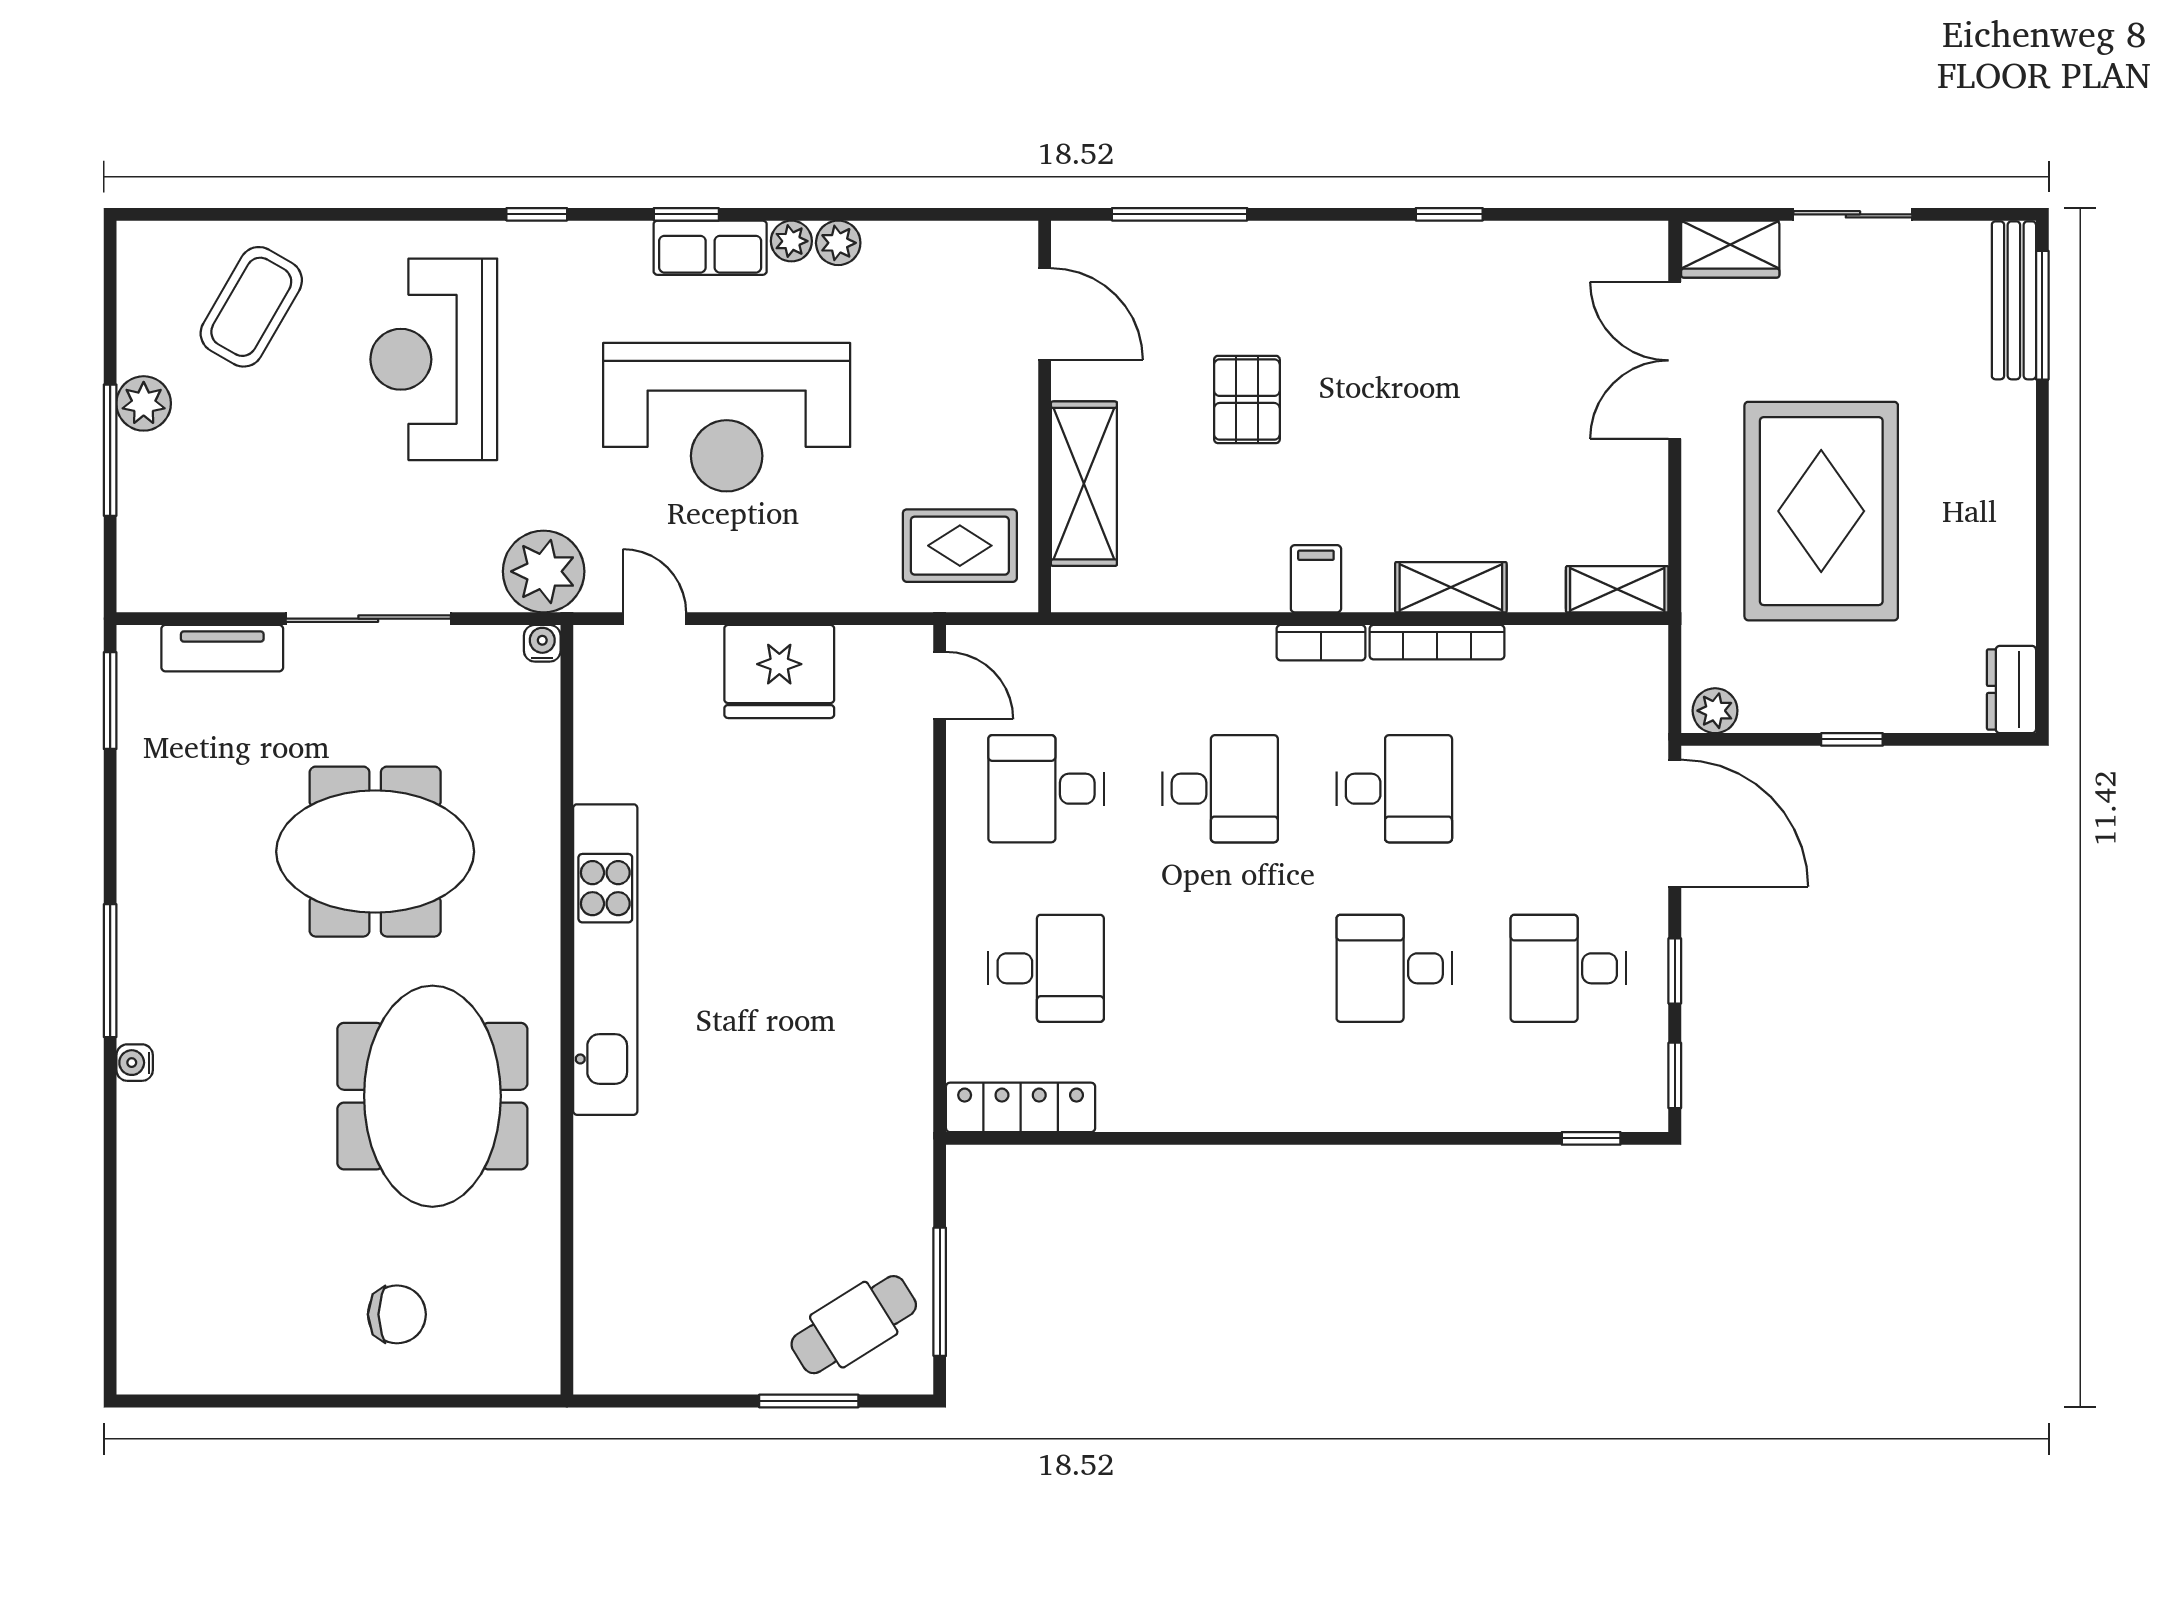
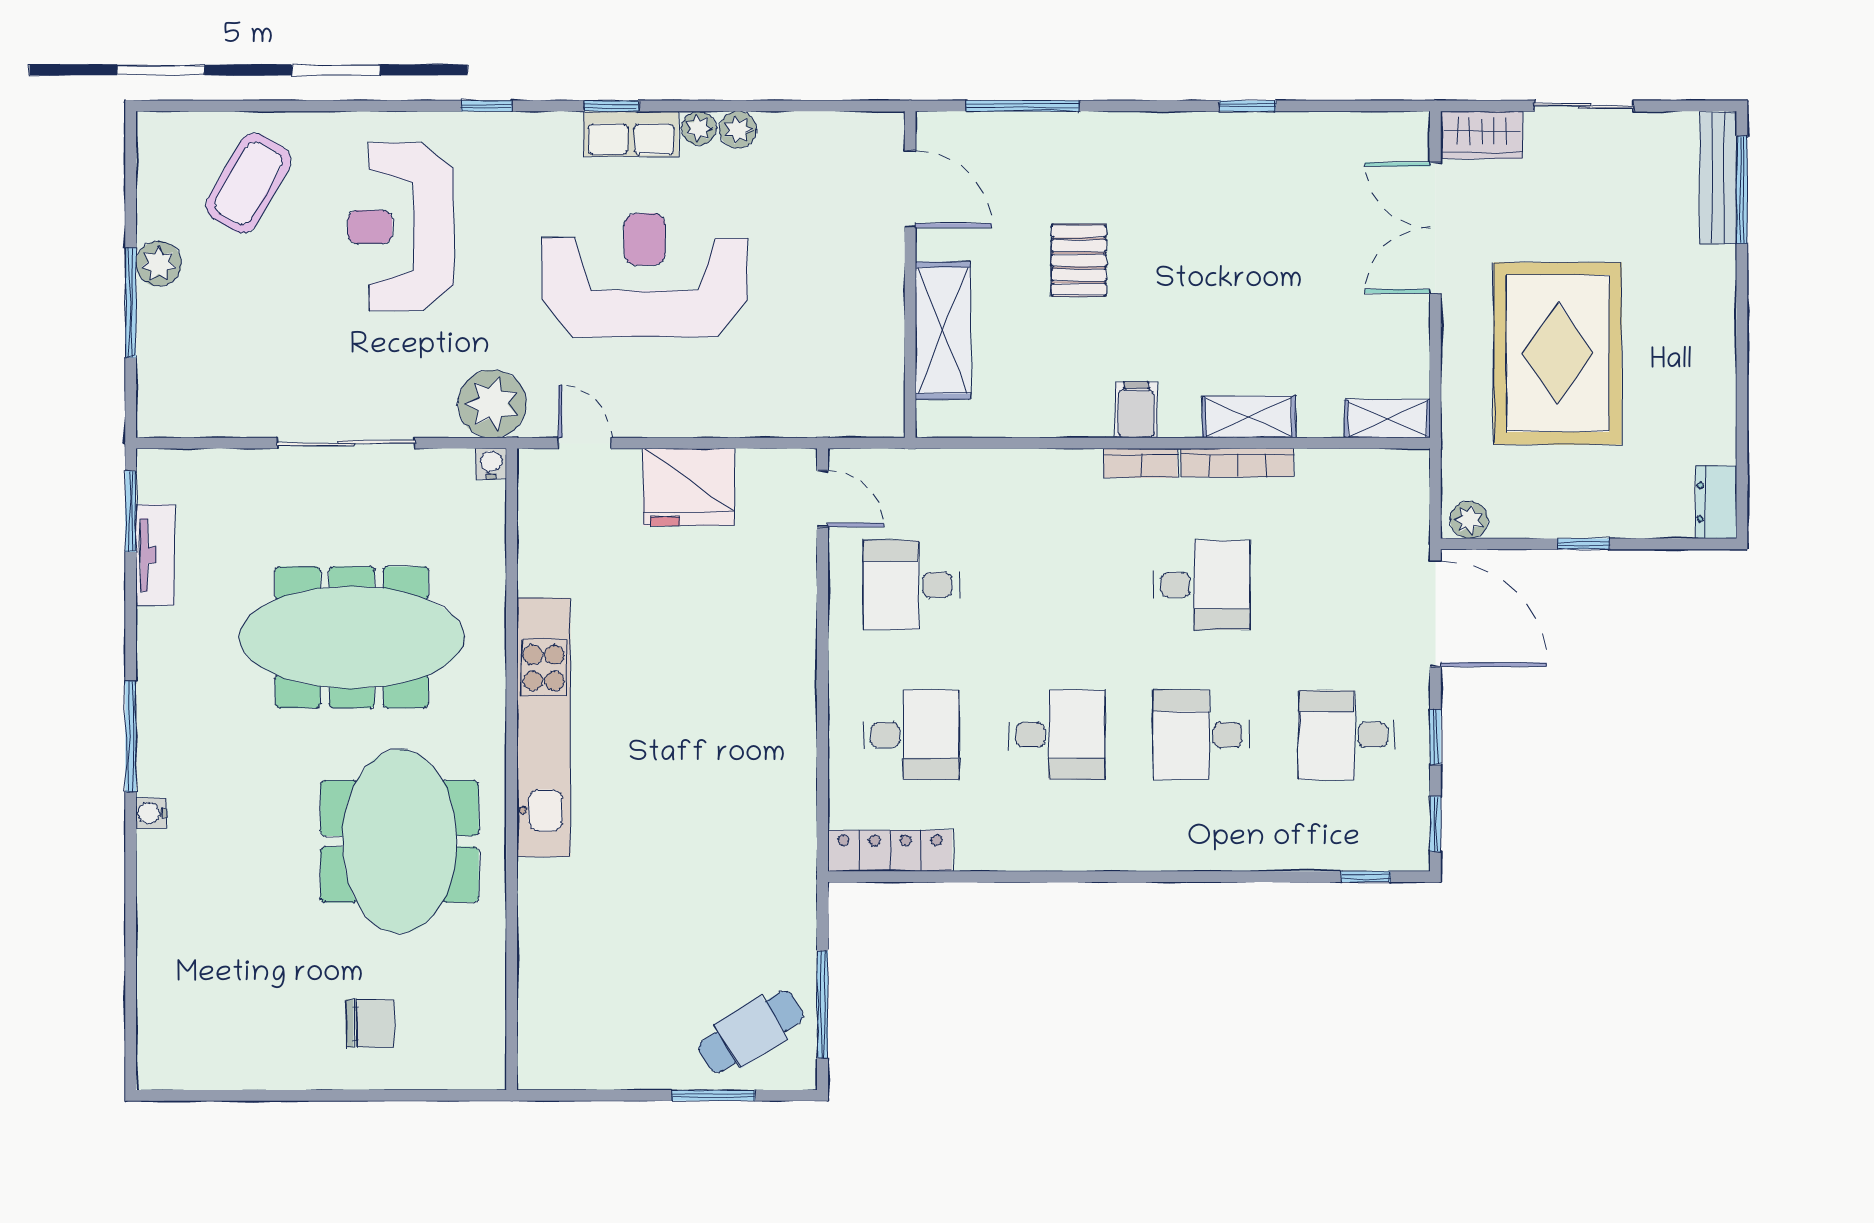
reception desk: (727, 417) -> (645, 275), turned 180
rug: (960, 546) -> (839, 382), removed
tv unit: (222, 648) -> (155, 555), moved, turned -90
desk: (1220, 789) -> (1056, 735), moved
meeting table: (375, 852) -> (352, 637), width x1.36

